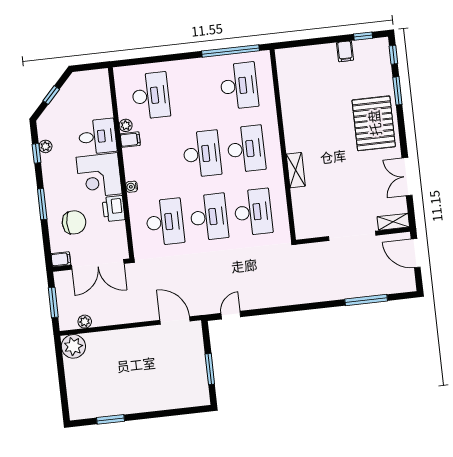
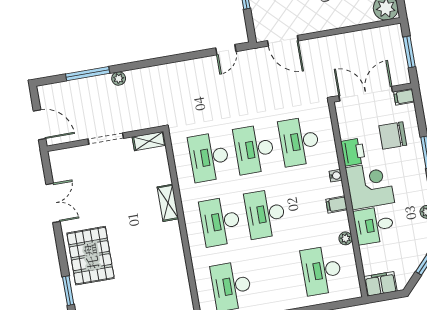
filing cabinet: (94, 79) -> (380, 284), added
filing cabinet: (130, 140) -> (337, 204), moved
shelving: (393, 222) -> (149, 141), moved
doorway: (352, 236) -> (106, 139), width x0.73
plant: (85, 322) -> (119, 79), moved

